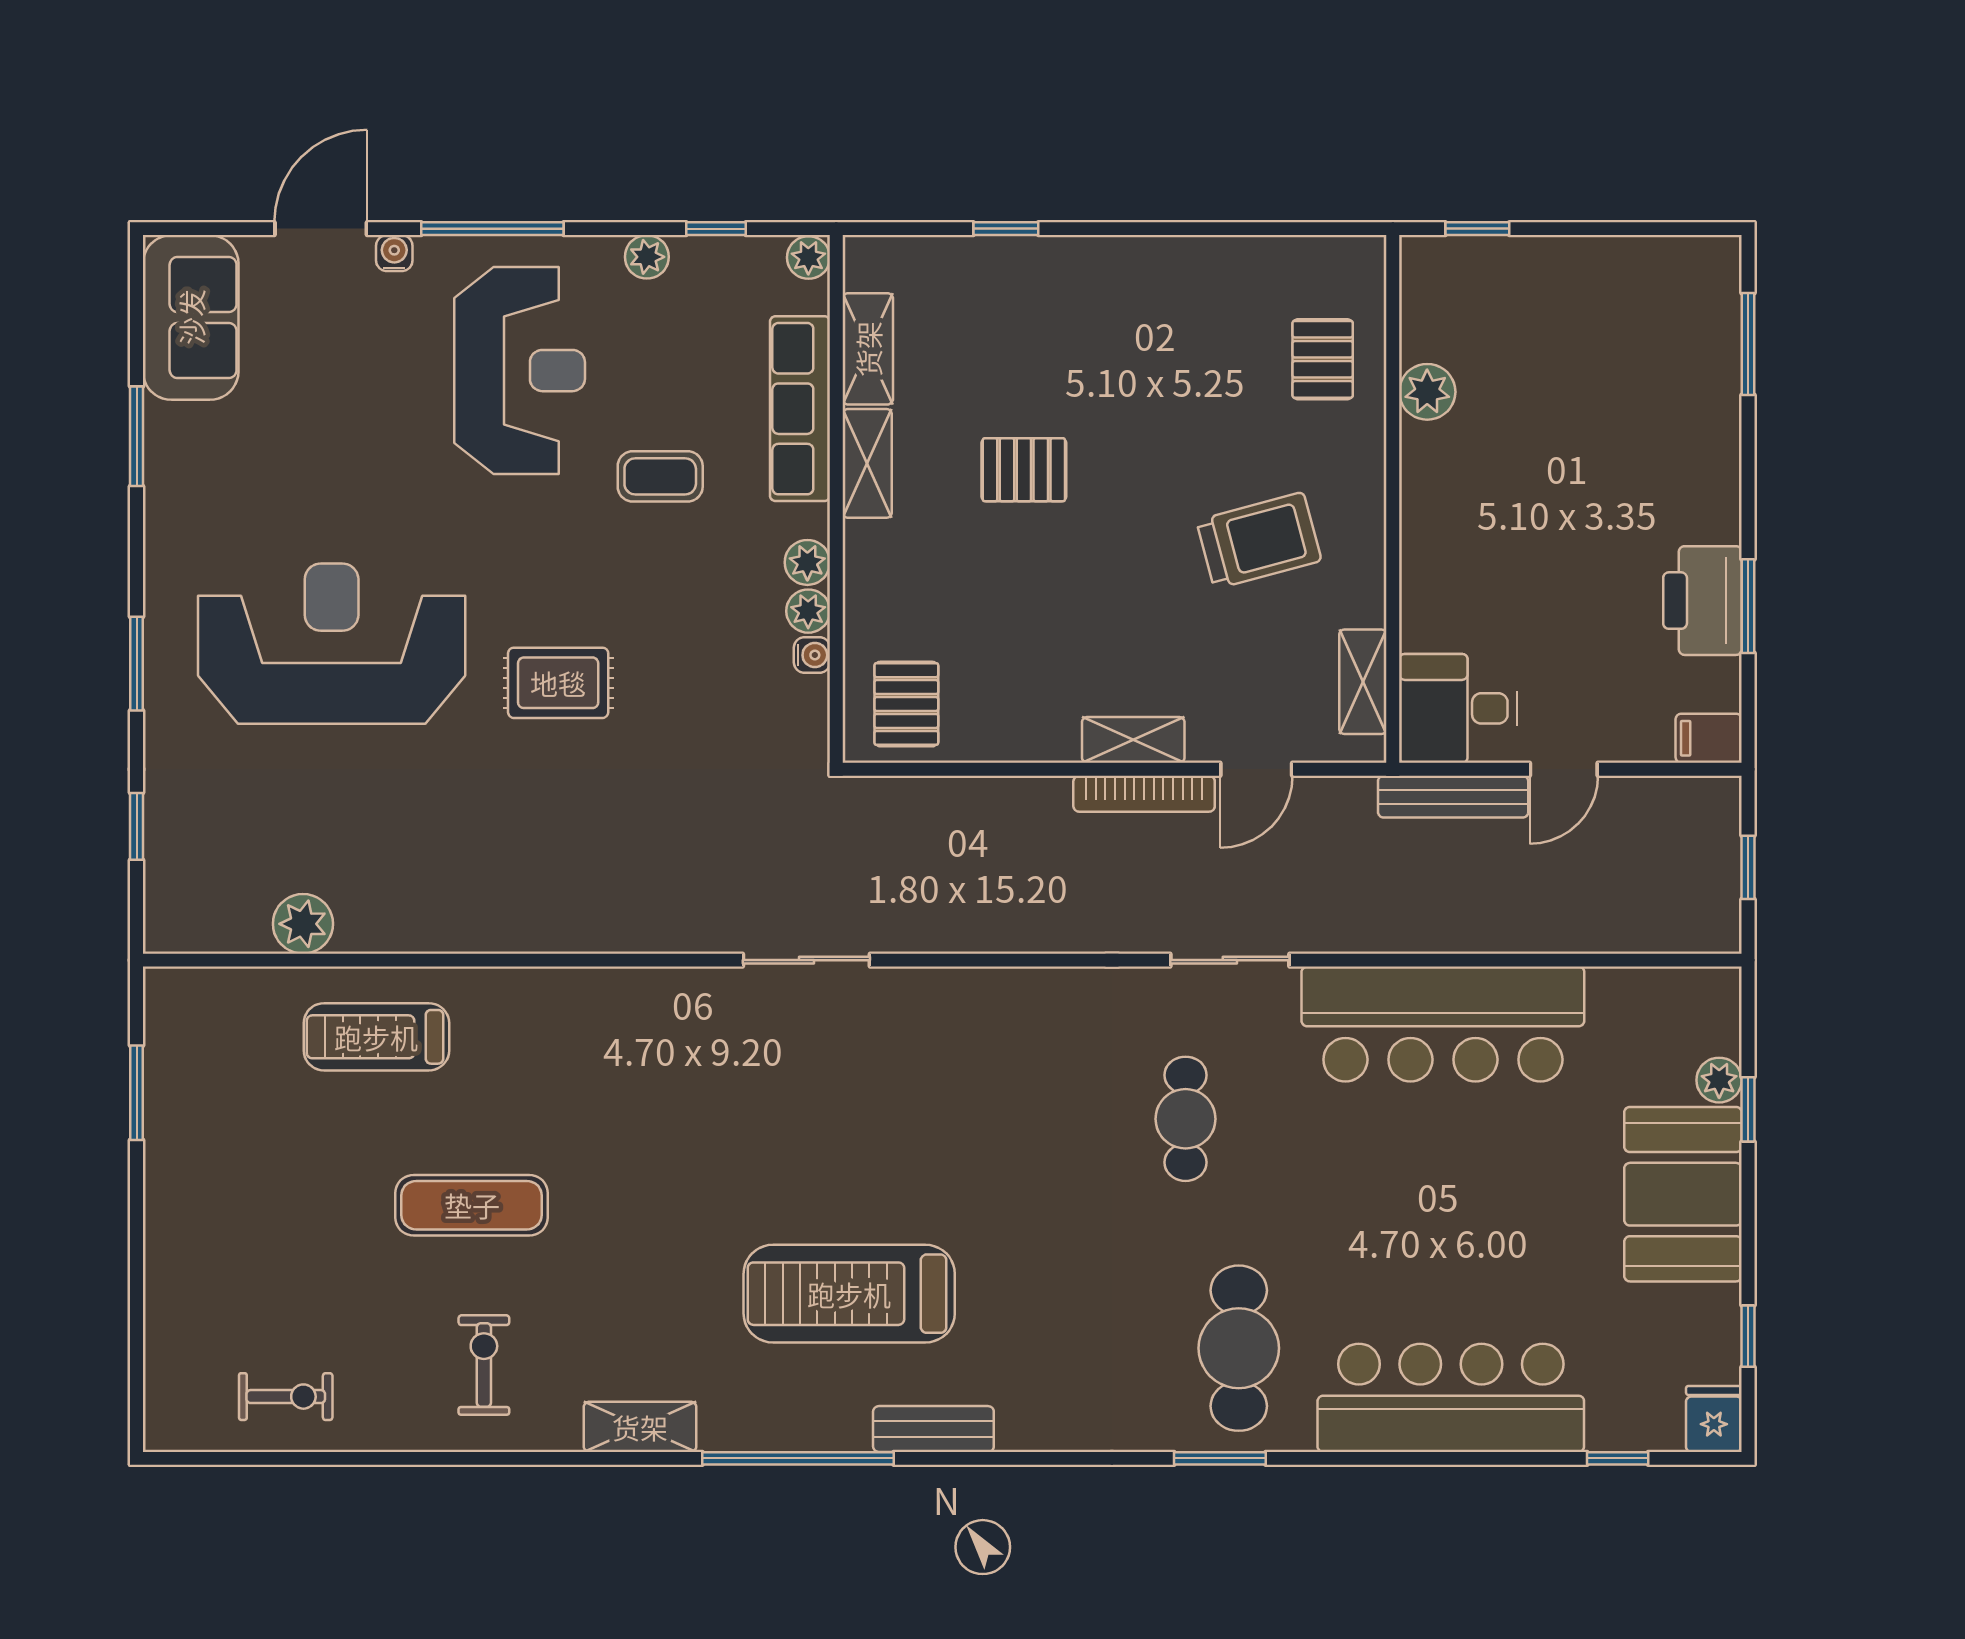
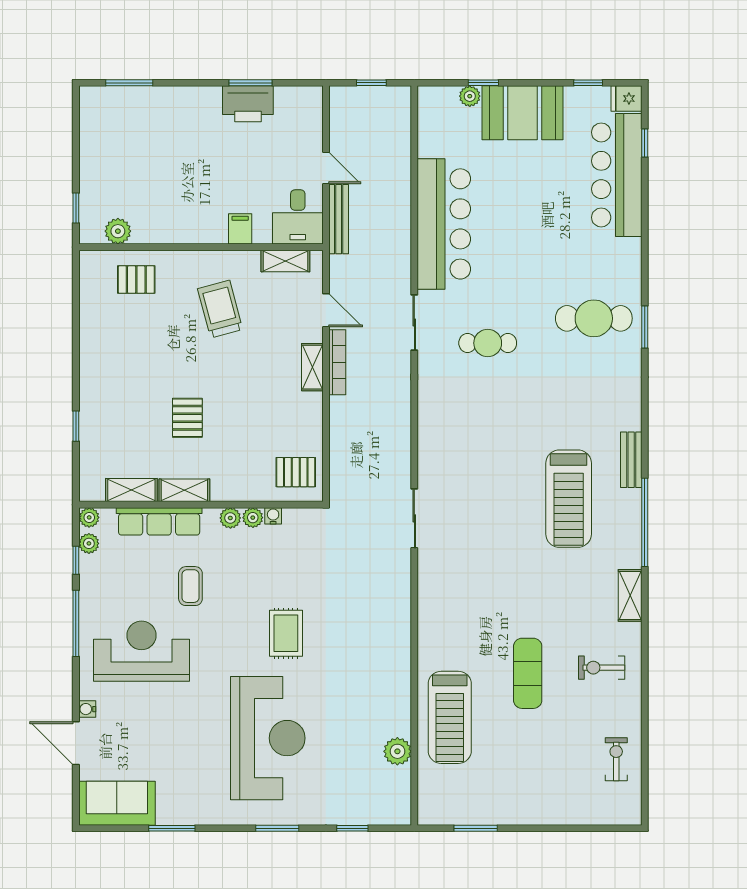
window: (492, 229) -> (76, 623), moved
plant: (647, 257) -> (89, 543), moved
plant: (1427, 392) -> (118, 231), moved
reception desk: (332, 644) -> (268, 738), turned 180
filing cabinet: (1709, 738) -> (240, 229), moved, turned 180
treadmill: (376, 1037) -> (450, 717), width x1.37, depth x1.38
bar counter: (1451, 1398) -> (617, 175), moved

